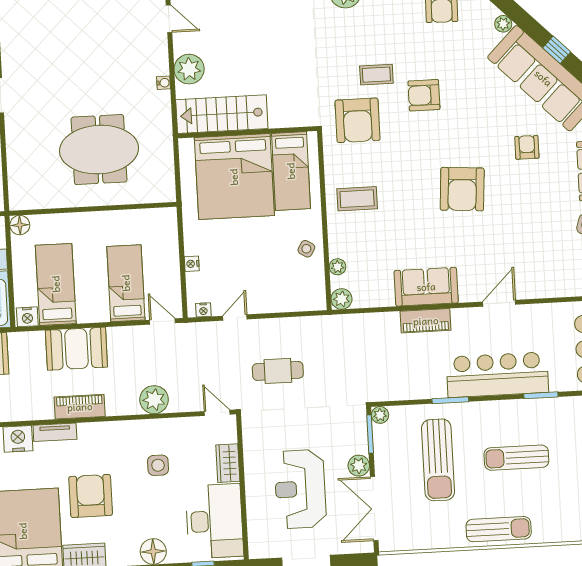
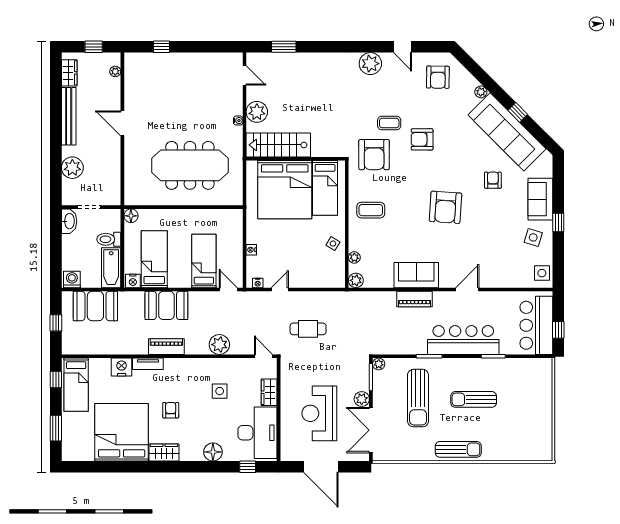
meeting table: (99, 150) -> (190, 165), width x1.36
armchair: (91, 496) -> (171, 410), width x0.53, depth x0.53

